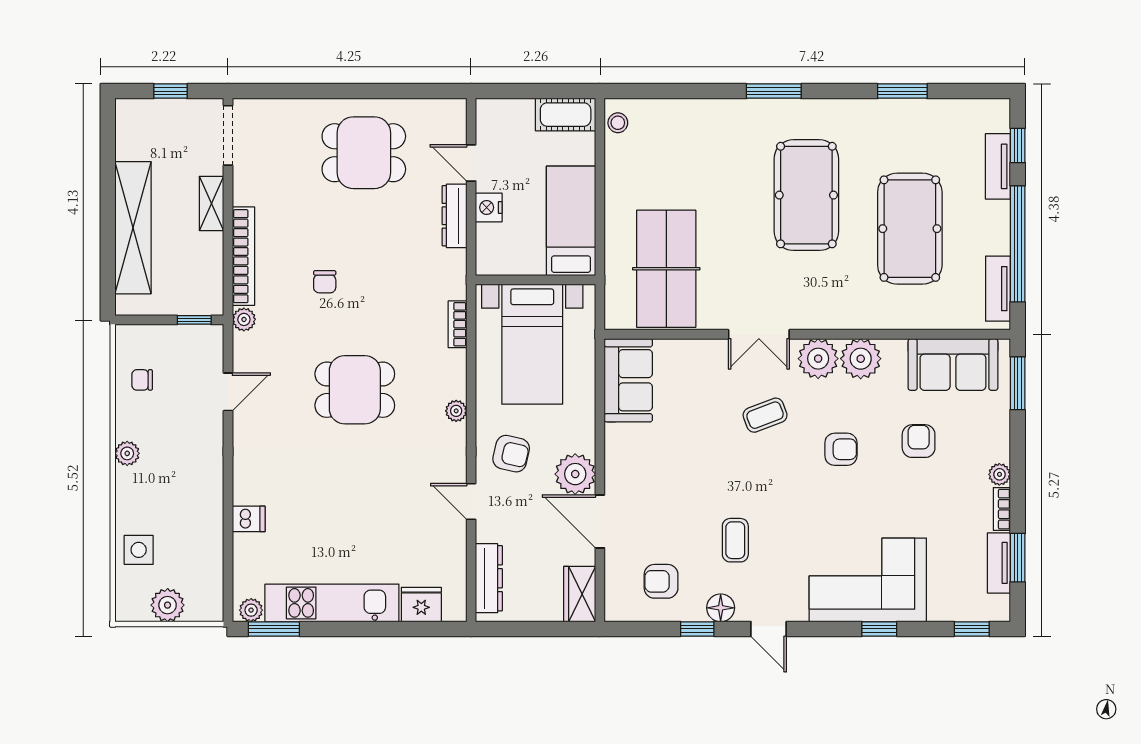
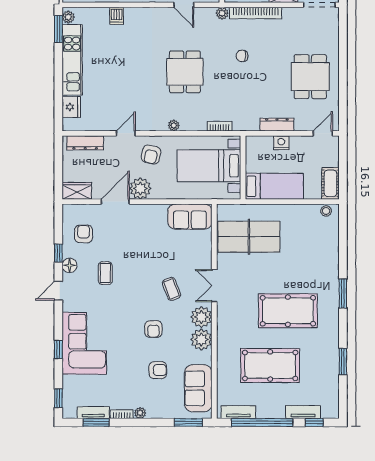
door: (471, 163) -> (323, 133), moved
coffee table: (735, 540) -> (105, 273), turned 90

